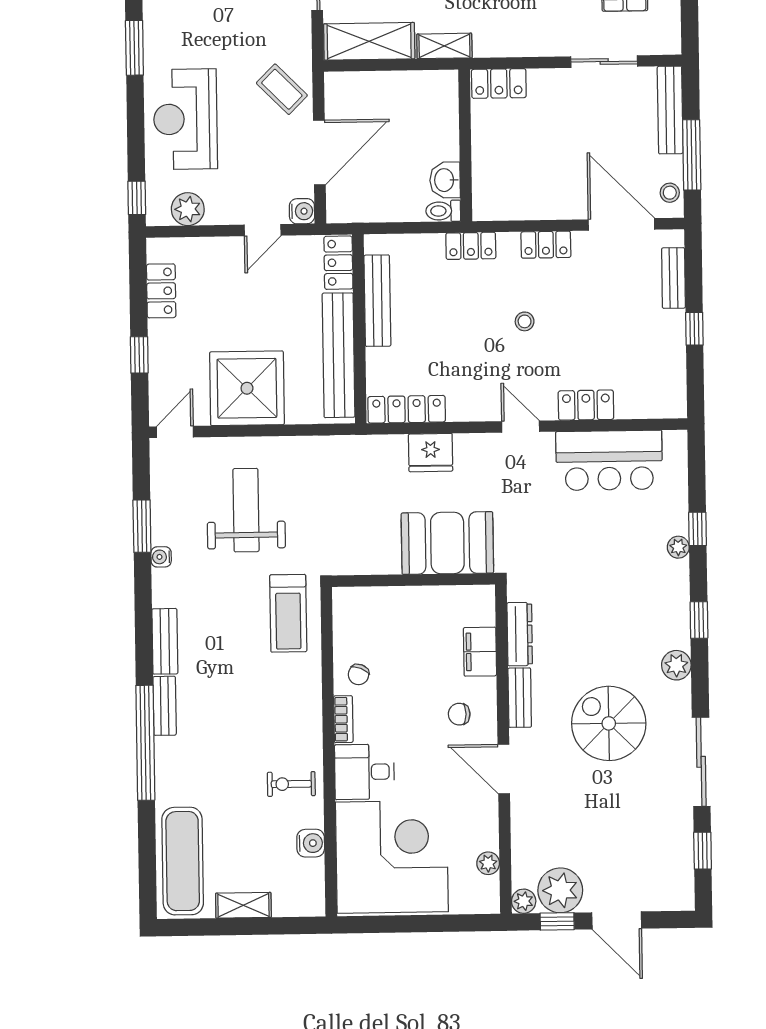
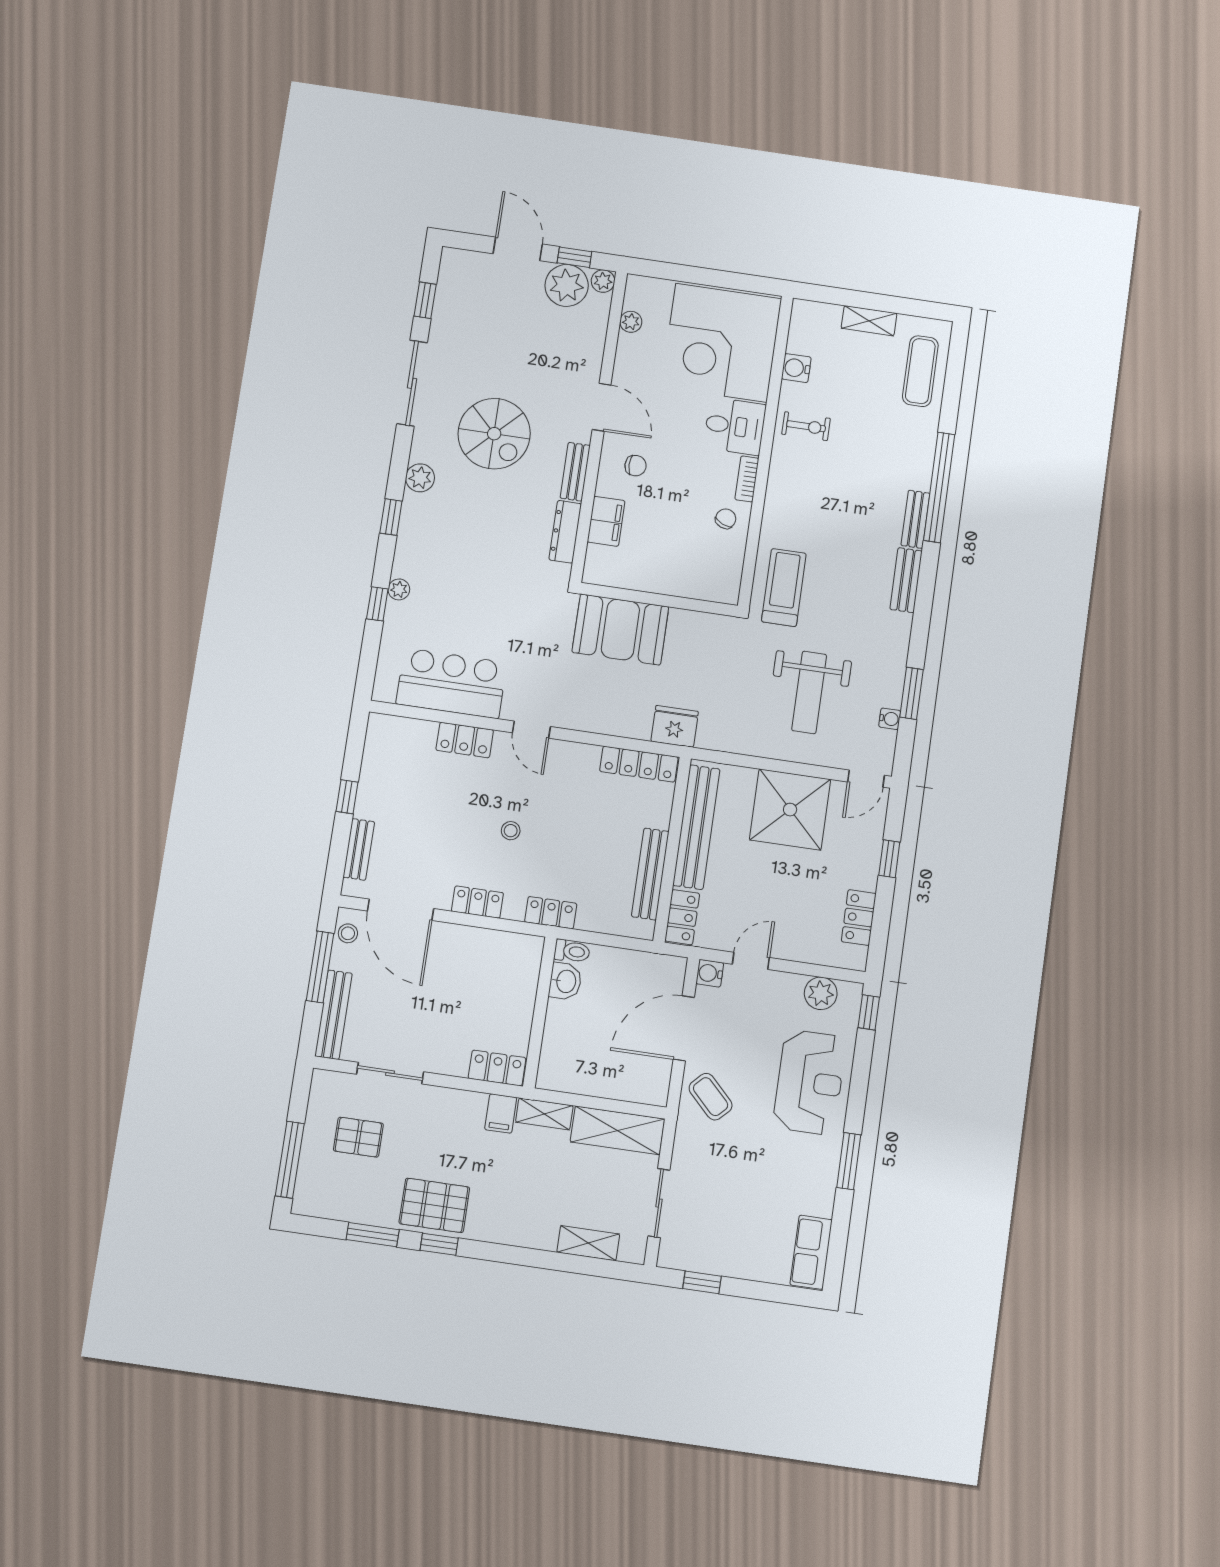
filing cabinet: (488, 39) -> (501, 1113), added
fridge: (431, 453) -> (675, 726), moved
water cooler: (161, 557) -> (890, 719), moved
exercise mat: (183, 861) -> (920, 371), width x0.73, depth x0.69

